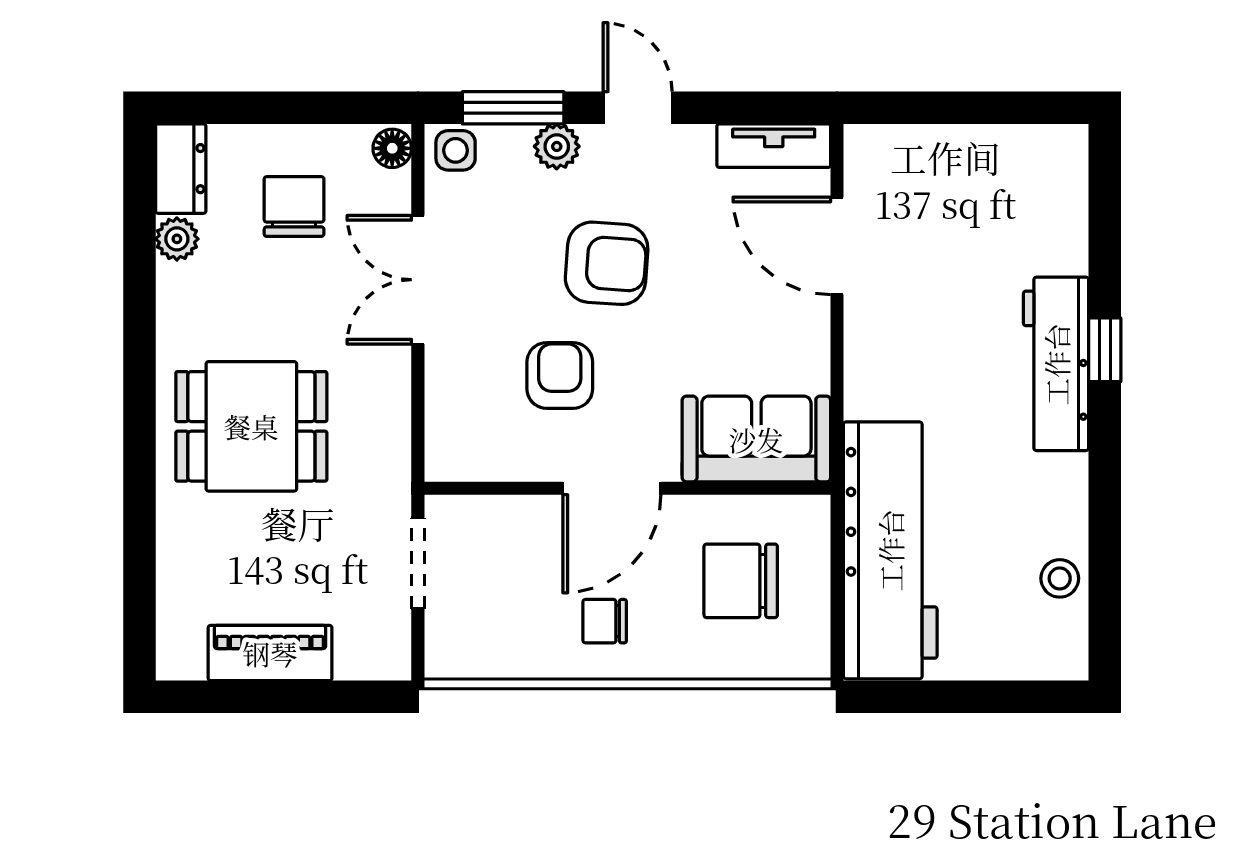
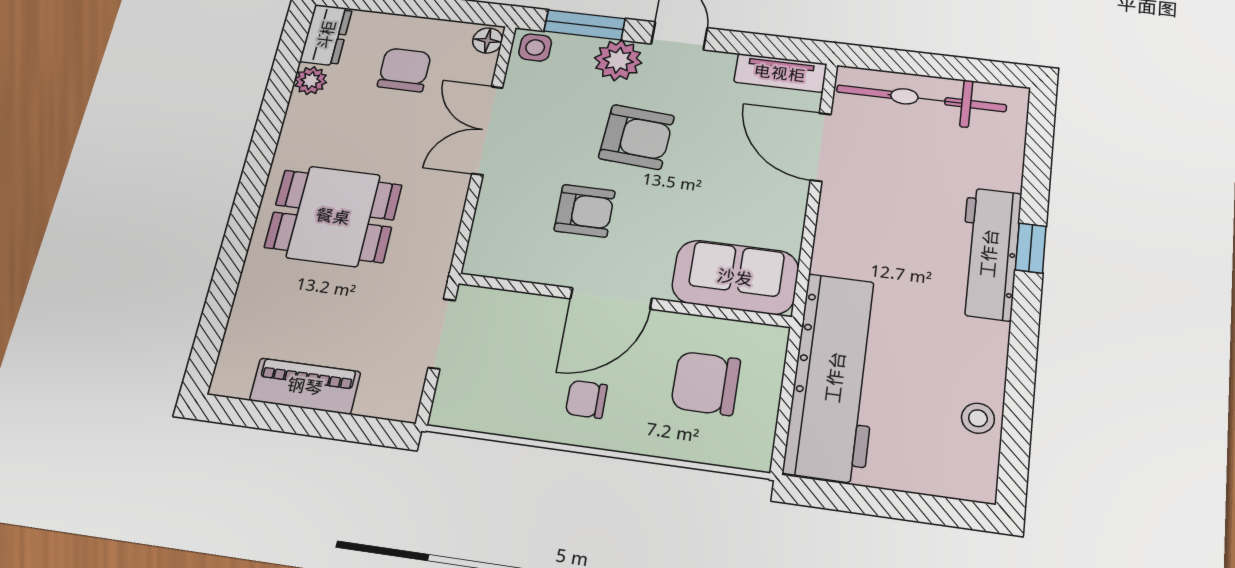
plant: (557, 146) -> (618, 60), width x1.38, depth x1.38
bicycle: (954, 159) -> (921, 98), added
armchair: (560, 375) -> (585, 211), turned 90

